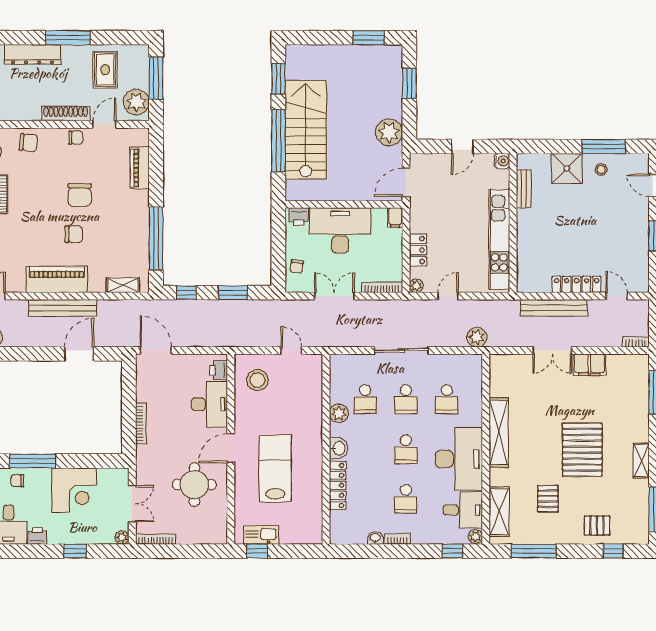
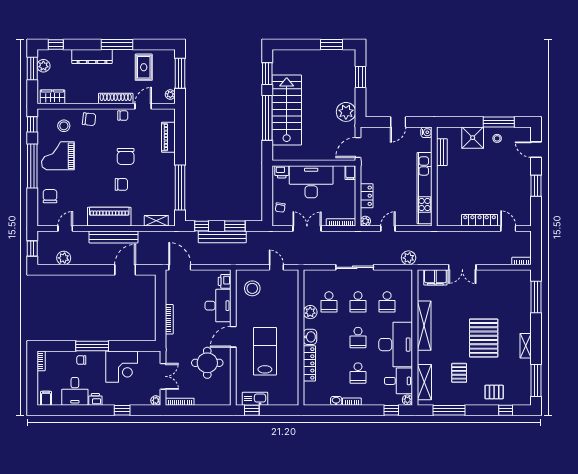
plant: (136, 102) -> (170, 95), width x0.53, depth x0.53
bench: (554, 308) -> (222, 237), moved
filing cabinet: (589, 365) -> (435, 277), moved

